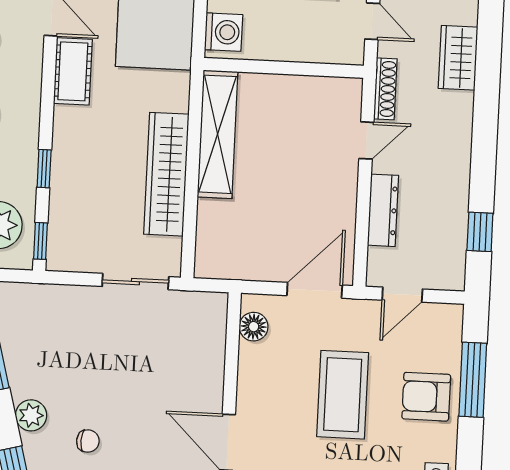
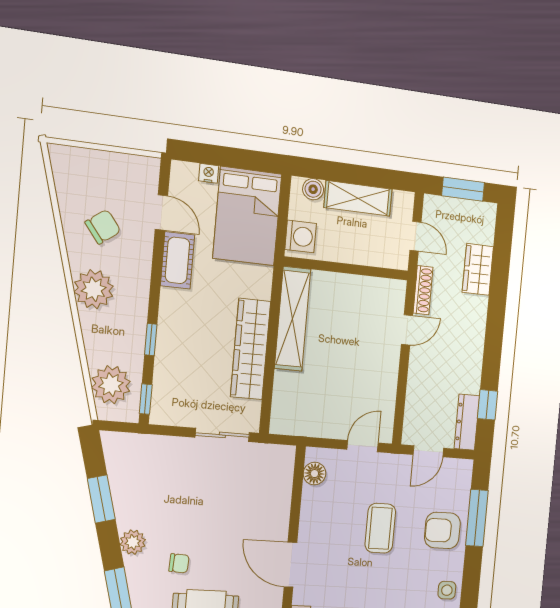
dresser: (383, 210) -> (467, 422), moved, turned 180
door: (315, 290) -> (363, 446), width x0.73
coffee table: (343, 395) -> (380, 528), width x0.73, depth x0.76

